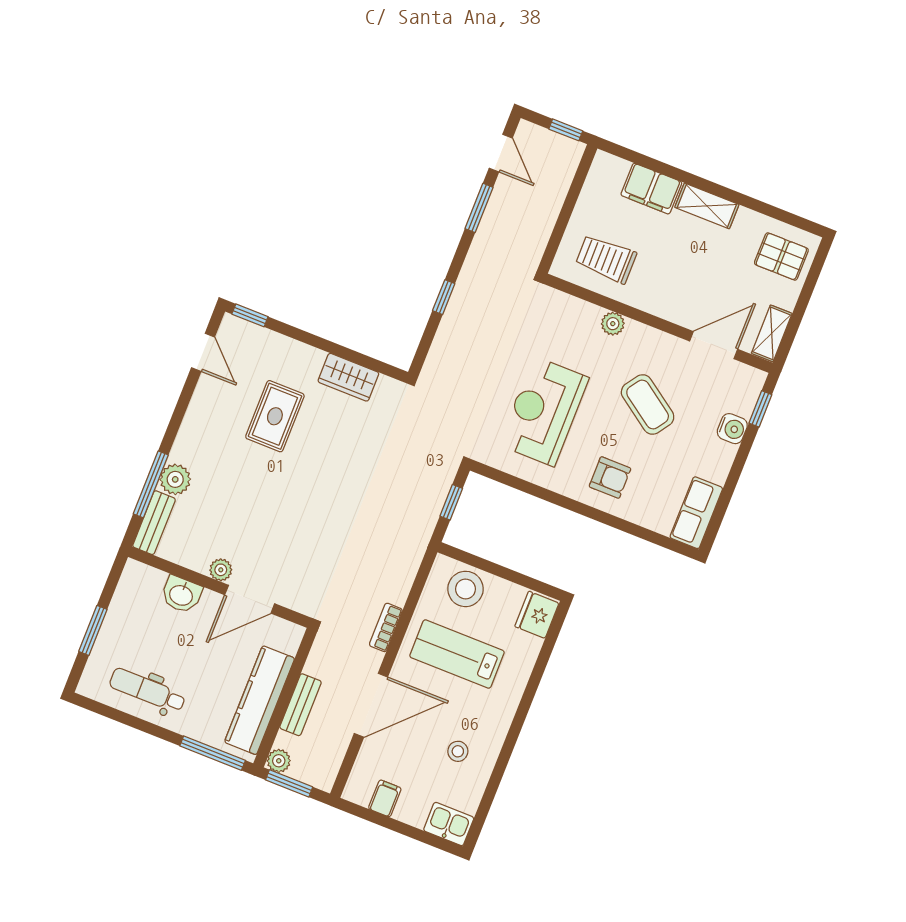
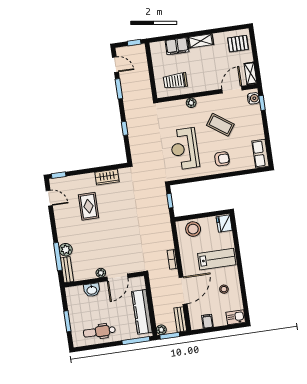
water cooler: (732, 429) -> (253, 98), moved
lab bench: (457, 654) -> (217, 259), moved, turned 180
bench: (300, 705) -> (180, 319), moved

